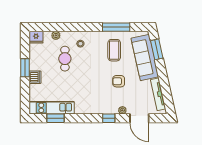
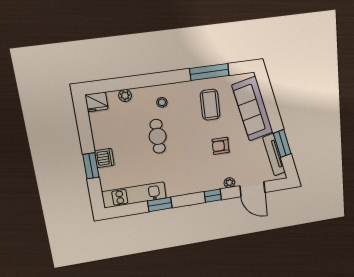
window: (157, 49) -> (282, 144), moved
cafe table: (65, 59) -> (158, 136), moved
window: (25, 68) -> (91, 166), moved
window: (56, 118) -> (160, 204), moved

